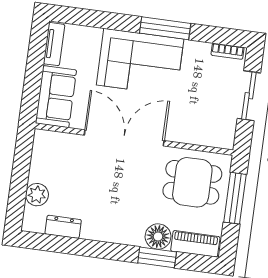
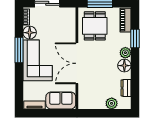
floor lamp: (197, 54) -> (30, 33), added
plant: (132, 235) -> (125, 53), added
floor lamp: (158, 237) -> (124, 66), moved

